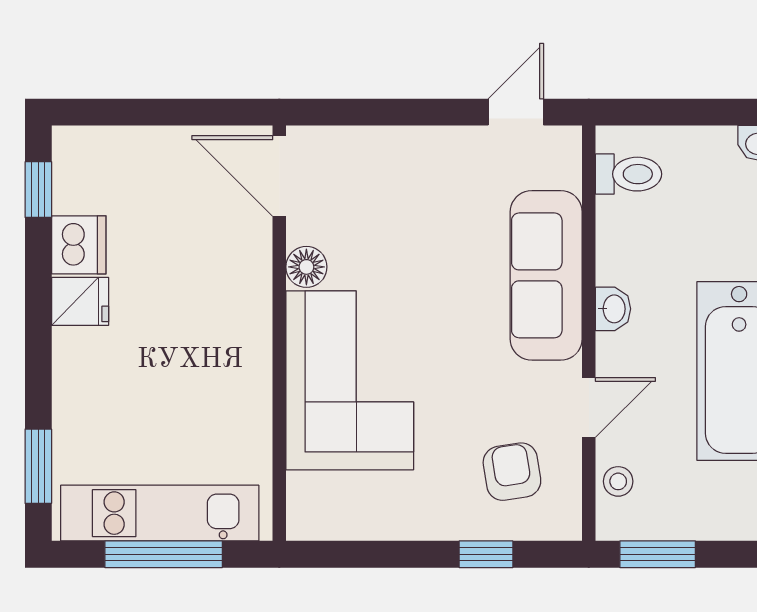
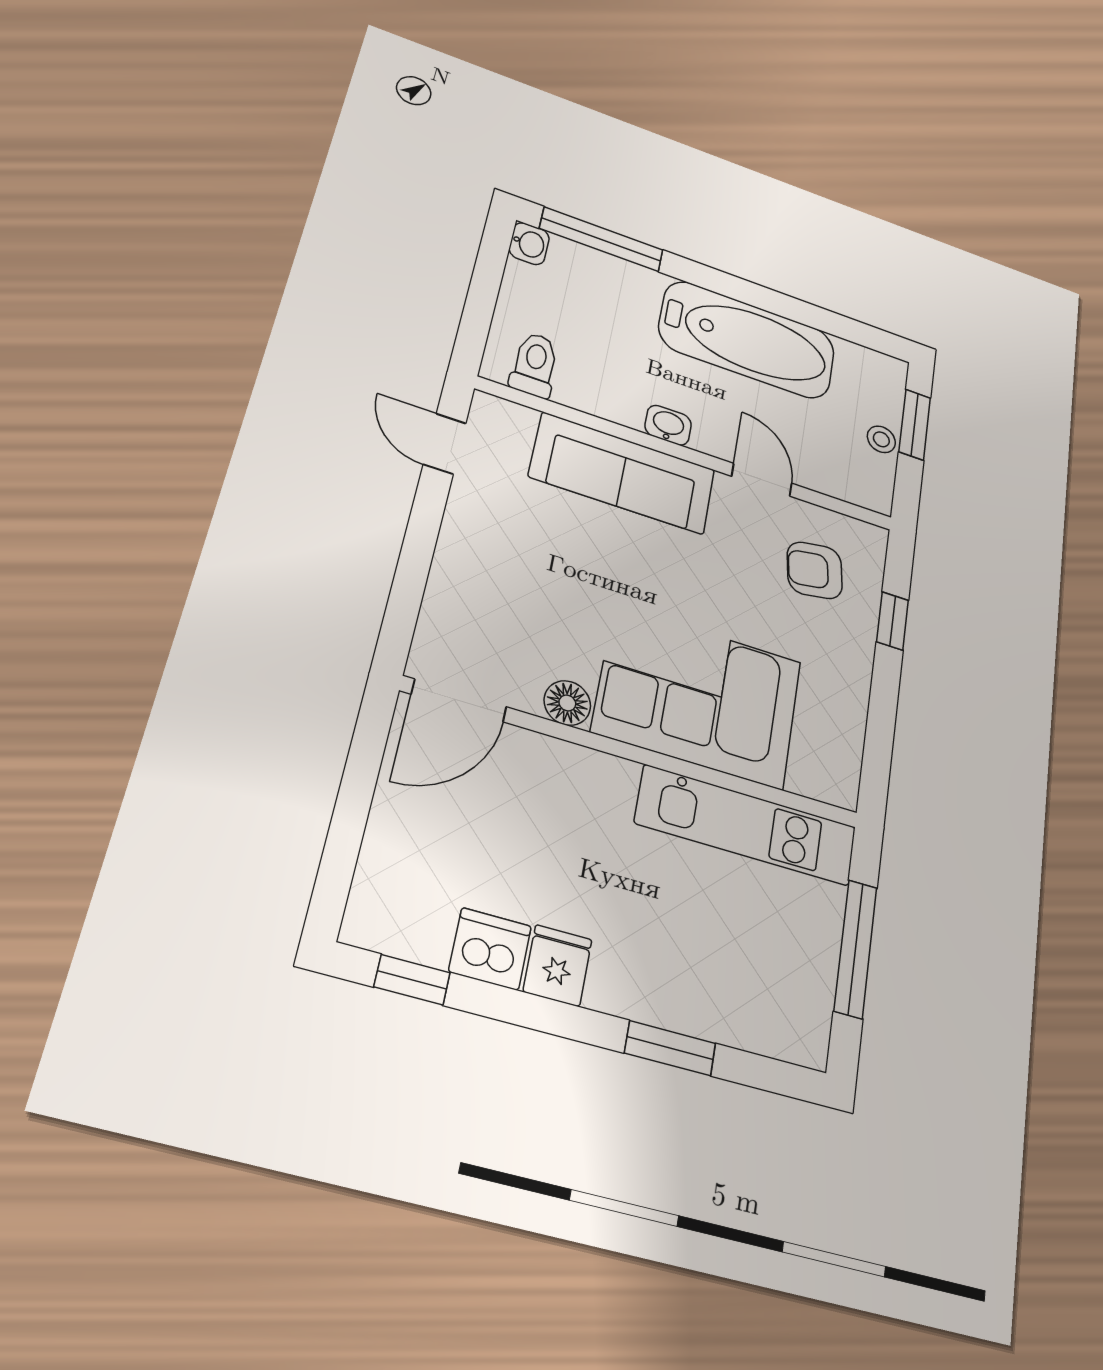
window: (38, 466) -> (670, 1048), moved
stool: (618, 481) -> (881, 439), moved
kitchen unit: (160, 513) -> (747, 825), moved, turned -90
window: (658, 554) -> (915, 425), moved

